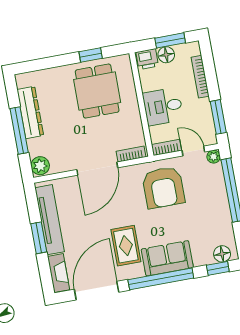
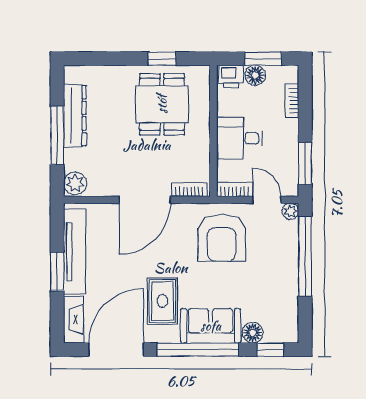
bookcase: (200, 77) -> (292, 101), width x0.64
floor lamp: (222, 254) -> (253, 333), moved

